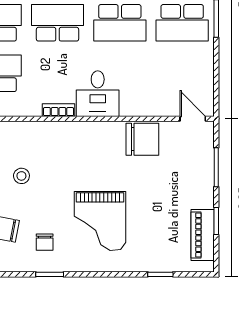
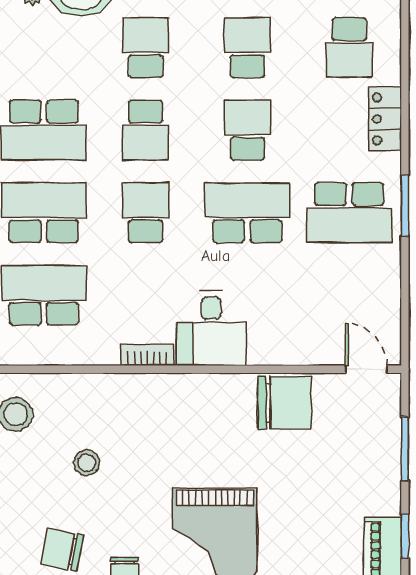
school desk: (57, 23) -> (146, 213), width x0.54
school desk: (120, 23) -> (247, 213), turned 180

